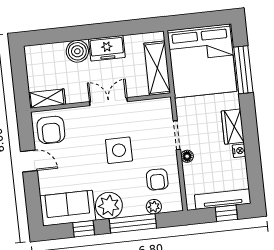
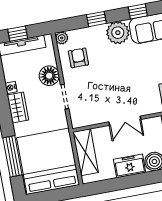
side table: (119, 150) -> (113, 80), removed
floor lamp: (187, 156) -> (49, 76), width x1.89, depth x1.89
plant: (154, 207) -> (62, 38), moved
window: (133, 223) -> (96, 19), width x0.46

